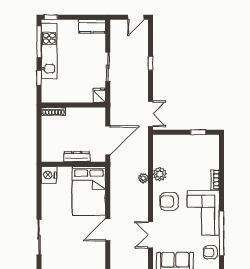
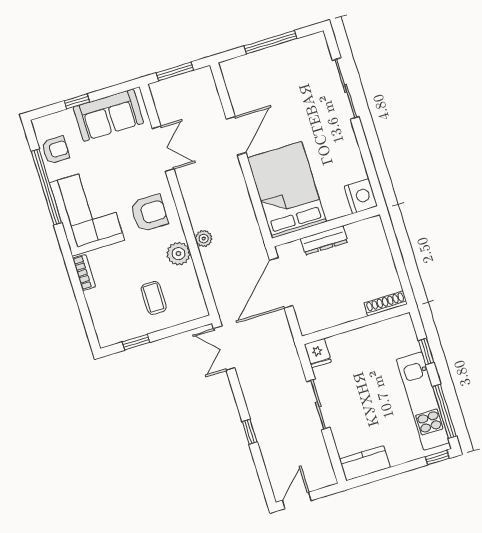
coffee table: (181, 154) -> (154, 298), added

